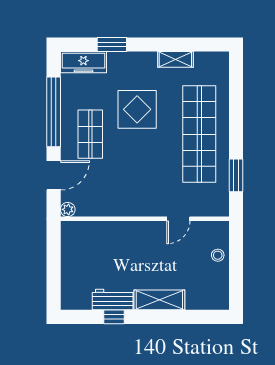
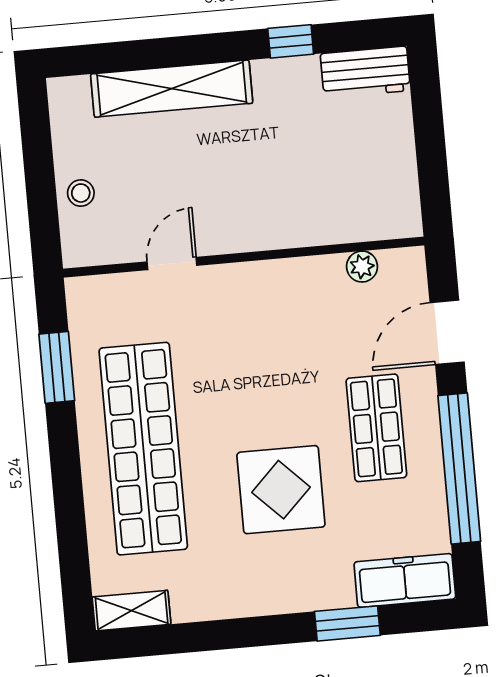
shelving: (175, 59) -> (132, 611), moved
plant: (68, 209) -> (362, 267), moved
workbench: (113, 300) -> (365, 72), moved
shelving: (159, 300) -> (172, 89), width x1.47

